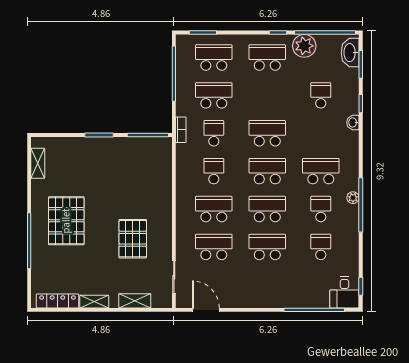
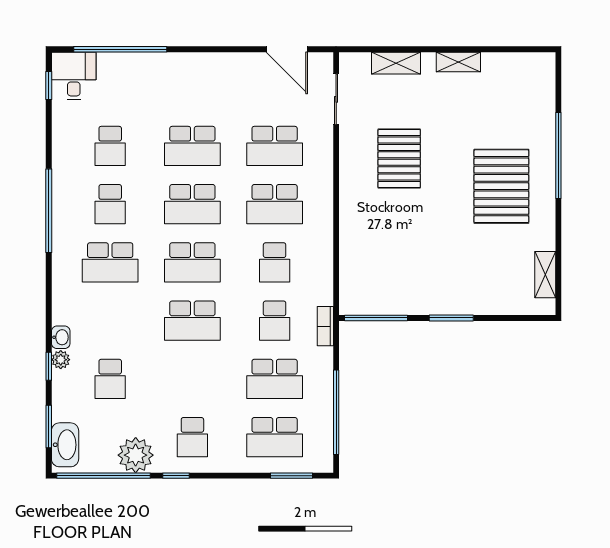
school desk: (267, 58) -> (192, 437), width x0.54
plant: (353, 198) -> (61, 360), moved
locker: (57, 301) -> (515, 63), removed

